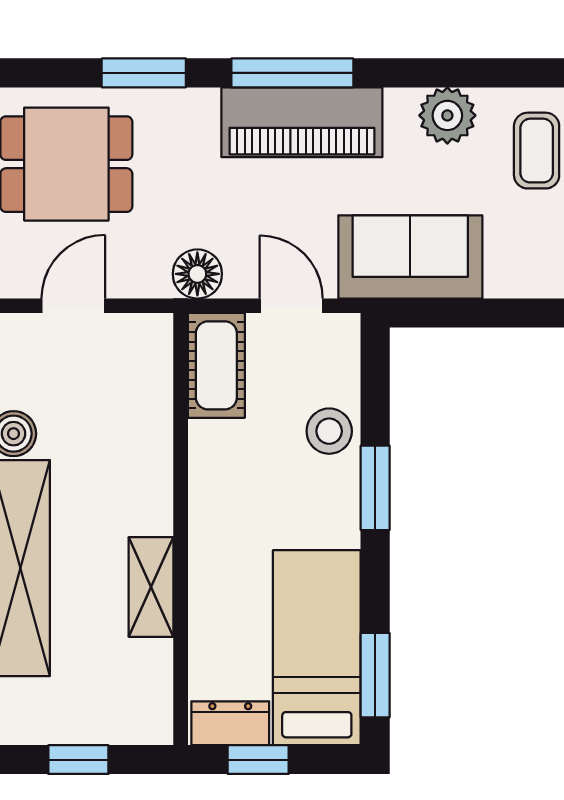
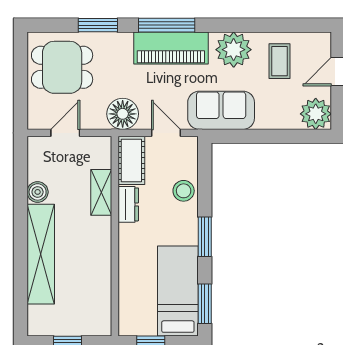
plant: (447, 115) -> (234, 50), width x1.36, depth x1.36
floor lamp: (197, 274) -> (123, 114), width x1.38, depth x1.38
window: (375, 488) -> (205, 237), moved
shelving: (151, 587) -> (101, 192), moved
dresser: (230, 723) -> (128, 204), moved, turned 90

